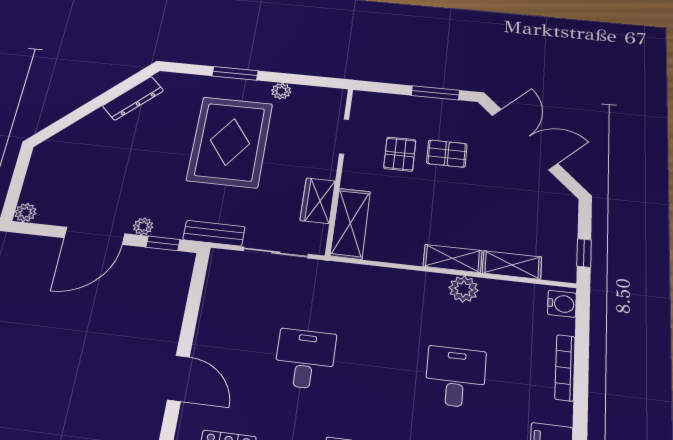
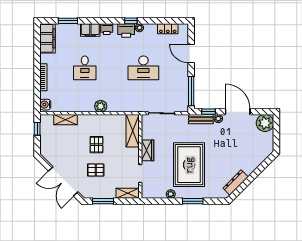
pallet: (400, 154) -> (96, 145), moved
wardrobe: (318, 201) -> (148, 150), moved
plant: (25, 213) -> (265, 123), width x1.87, depth x1.87
bench: (214, 233) -> (201, 119), moved
door: (94, 236) -> (238, 112), hinge flipped
shelving: (453, 258) -> (128, 193), moved
plant: (464, 289) -> (101, 106), moved
window: (195, 292) -> (191, 91), added
desk: (305, 359) -> (143, 68), width x1.37

